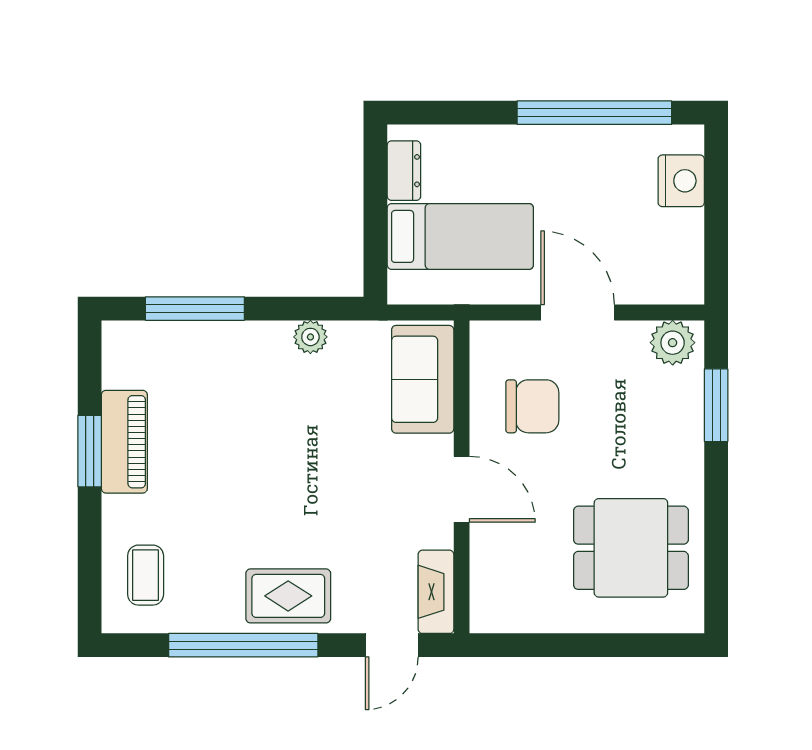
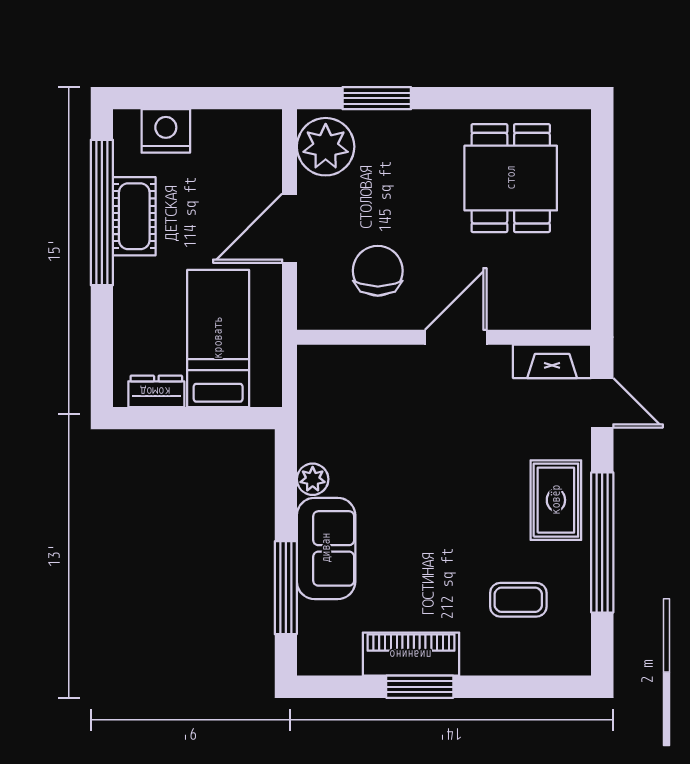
cot: (590, 147) -> (134, 216), added
plant: (673, 343) -> (326, 147), width x1.36, depth x1.36
sofa: (423, 379) -> (326, 548), moved, turned -90
coffee table: (146, 575) -> (518, 600), moved

